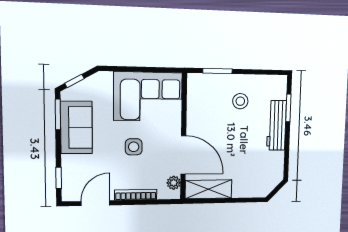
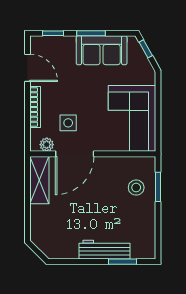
stool: (240, 101) -> (136, 188), moved
window: (58, 114) -> (91, 33), moved
side table: (134, 147) -> (68, 123), moved

